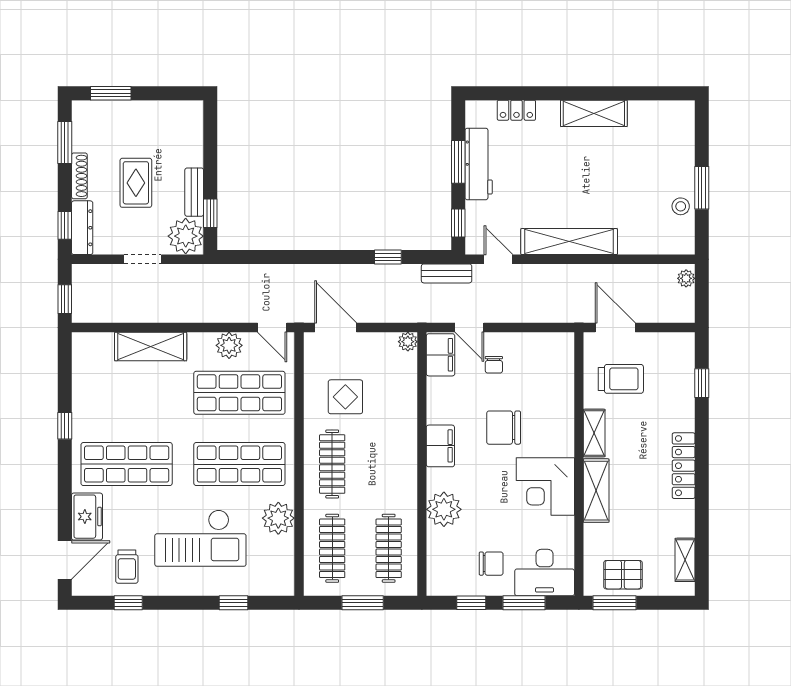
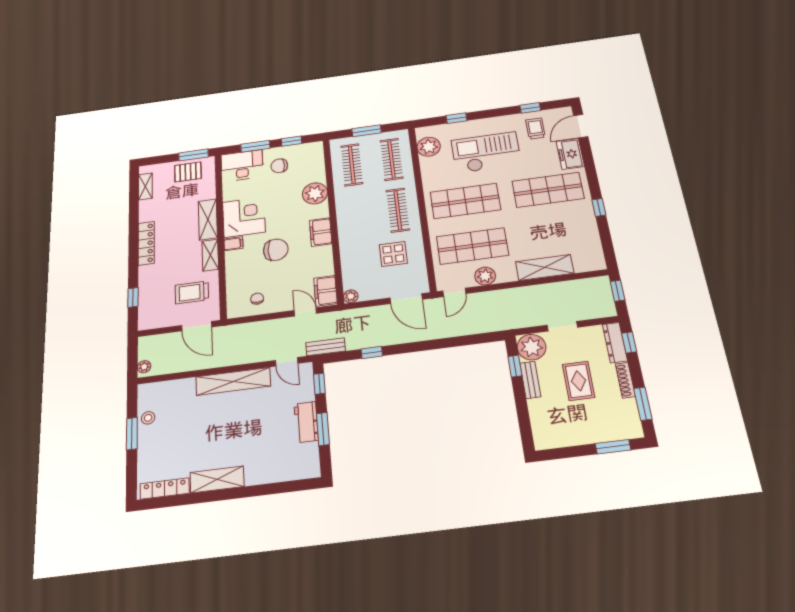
locker: (516, 110) -> (165, 488), moved, width x1.53
workbench: (479, 164) -> (306, 422), width x0.73
door: (272, 328) -> (454, 292), swing flipped
chair: (494, 365) -> (257, 299), moved
filing cabinet: (561, 446) -> (233, 244), added
plant: (278, 518) -> (429, 147), moved

